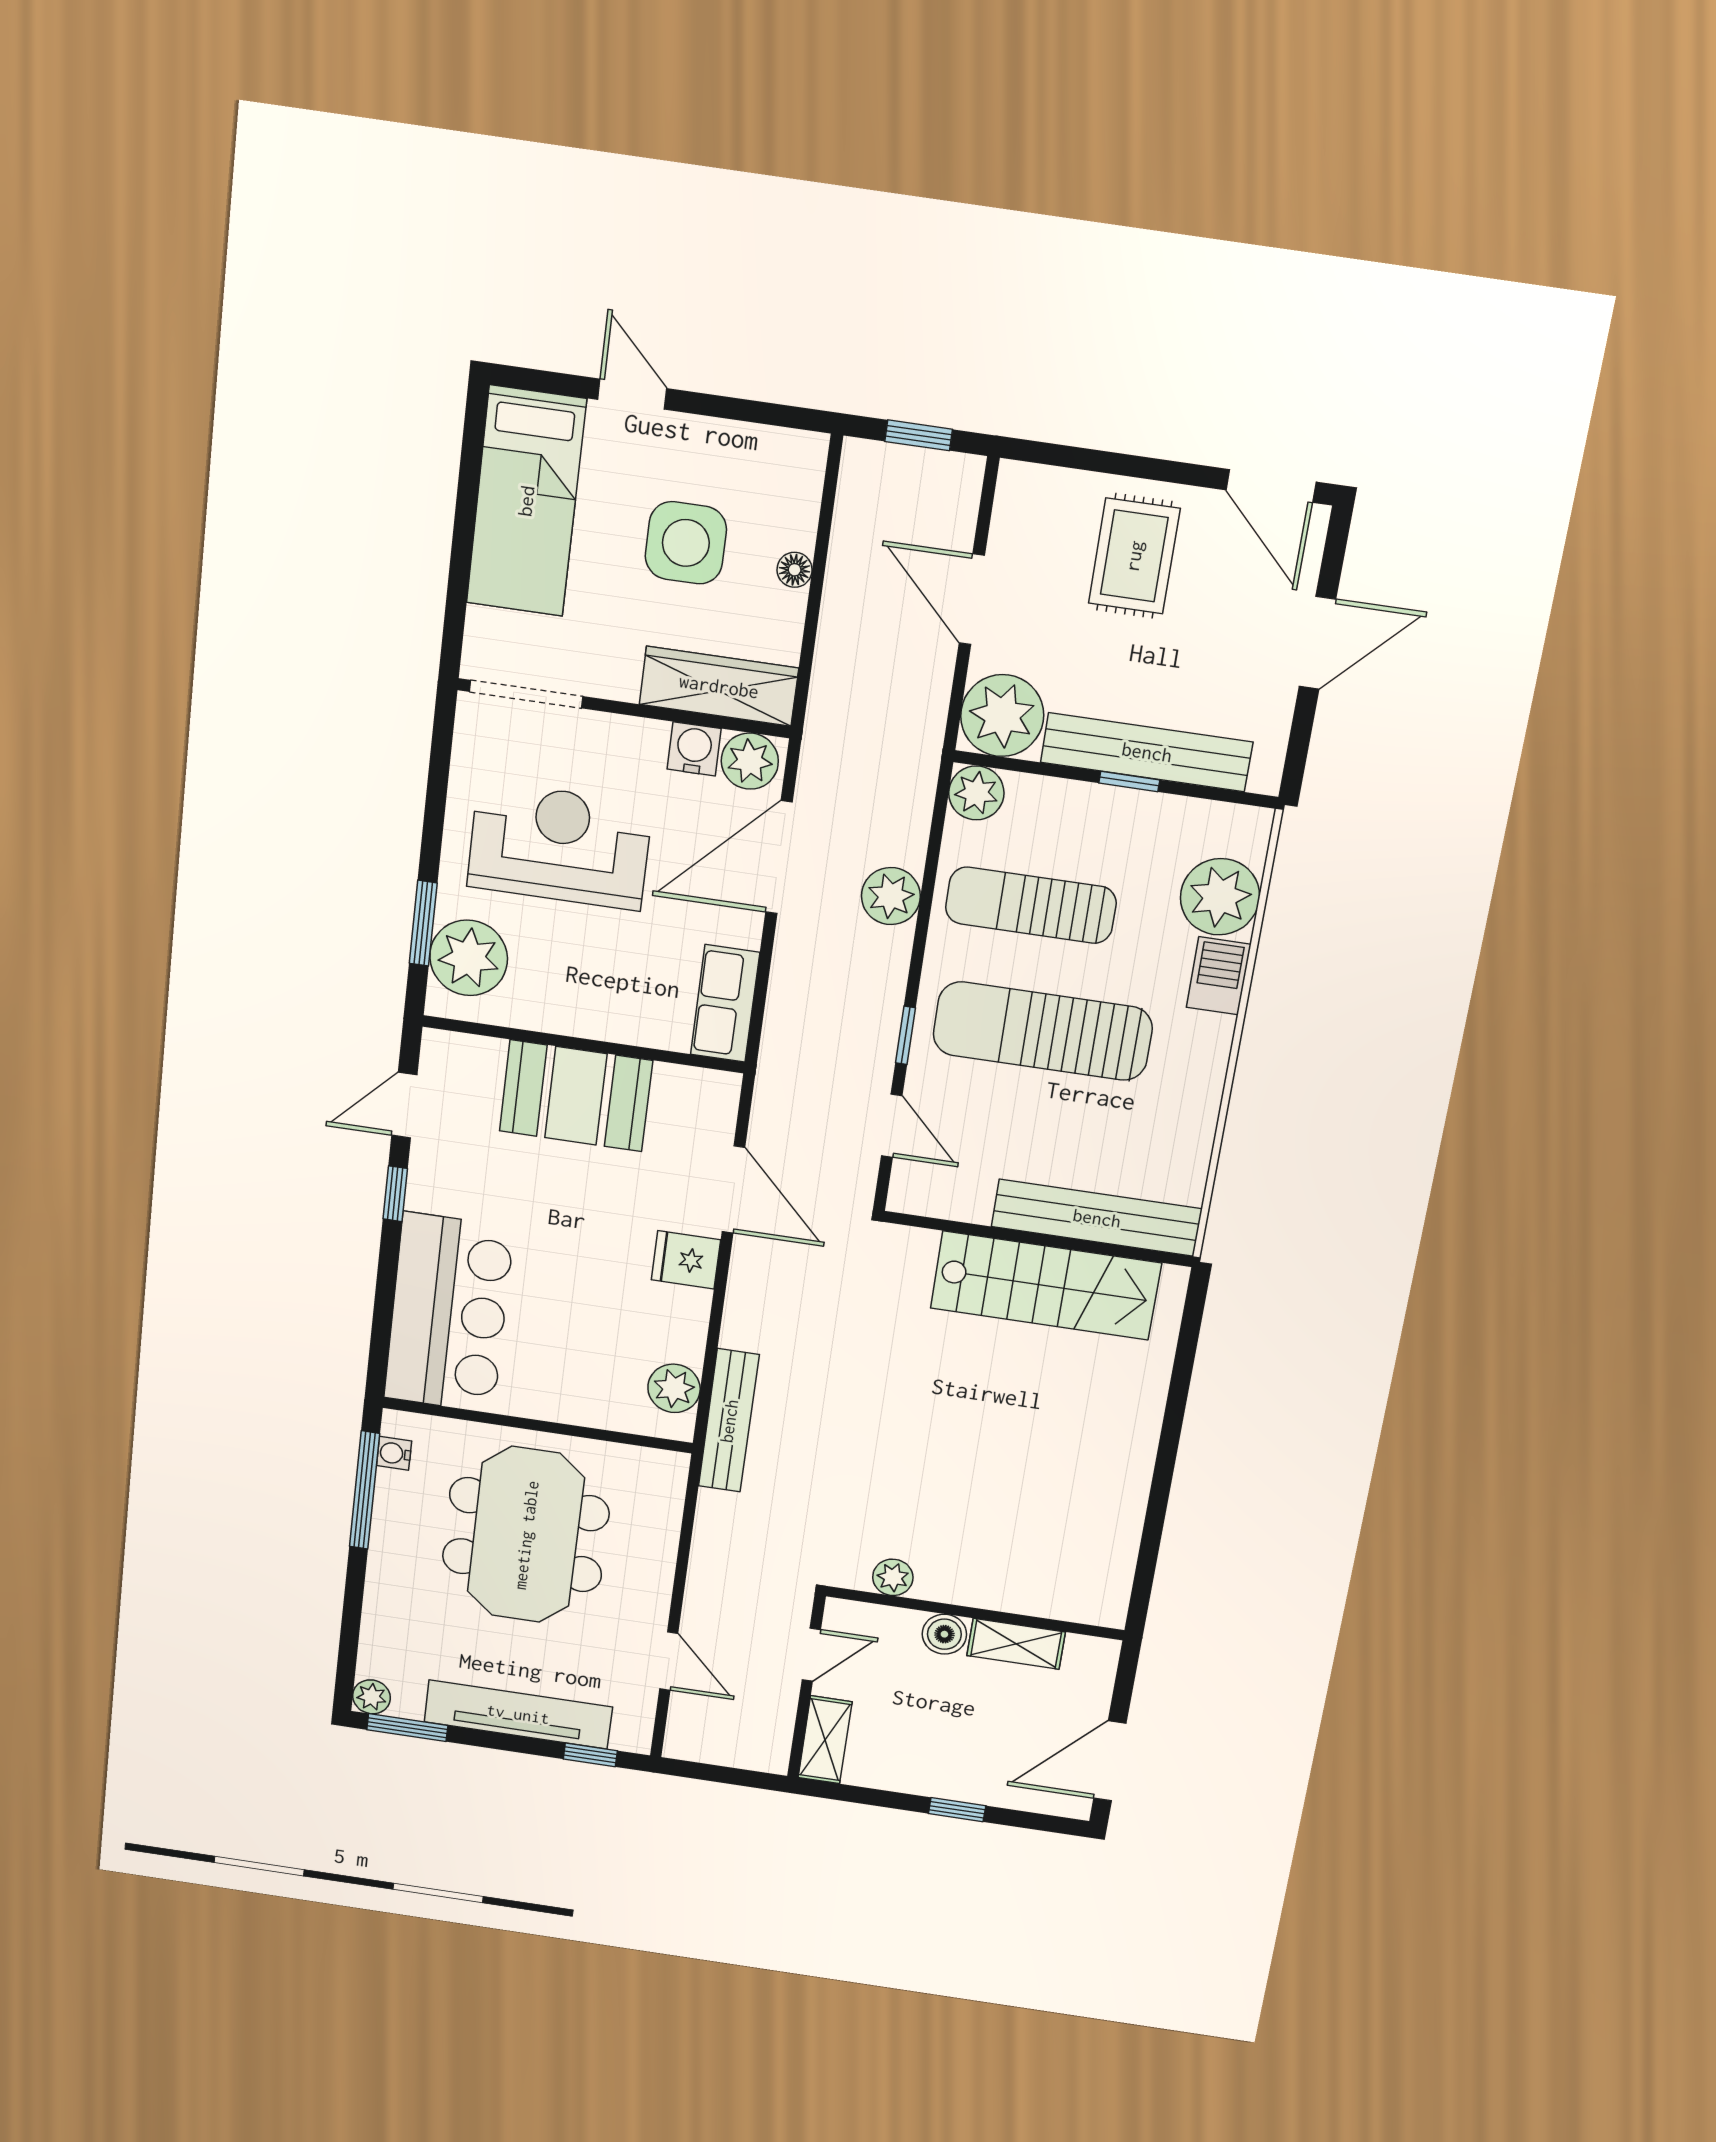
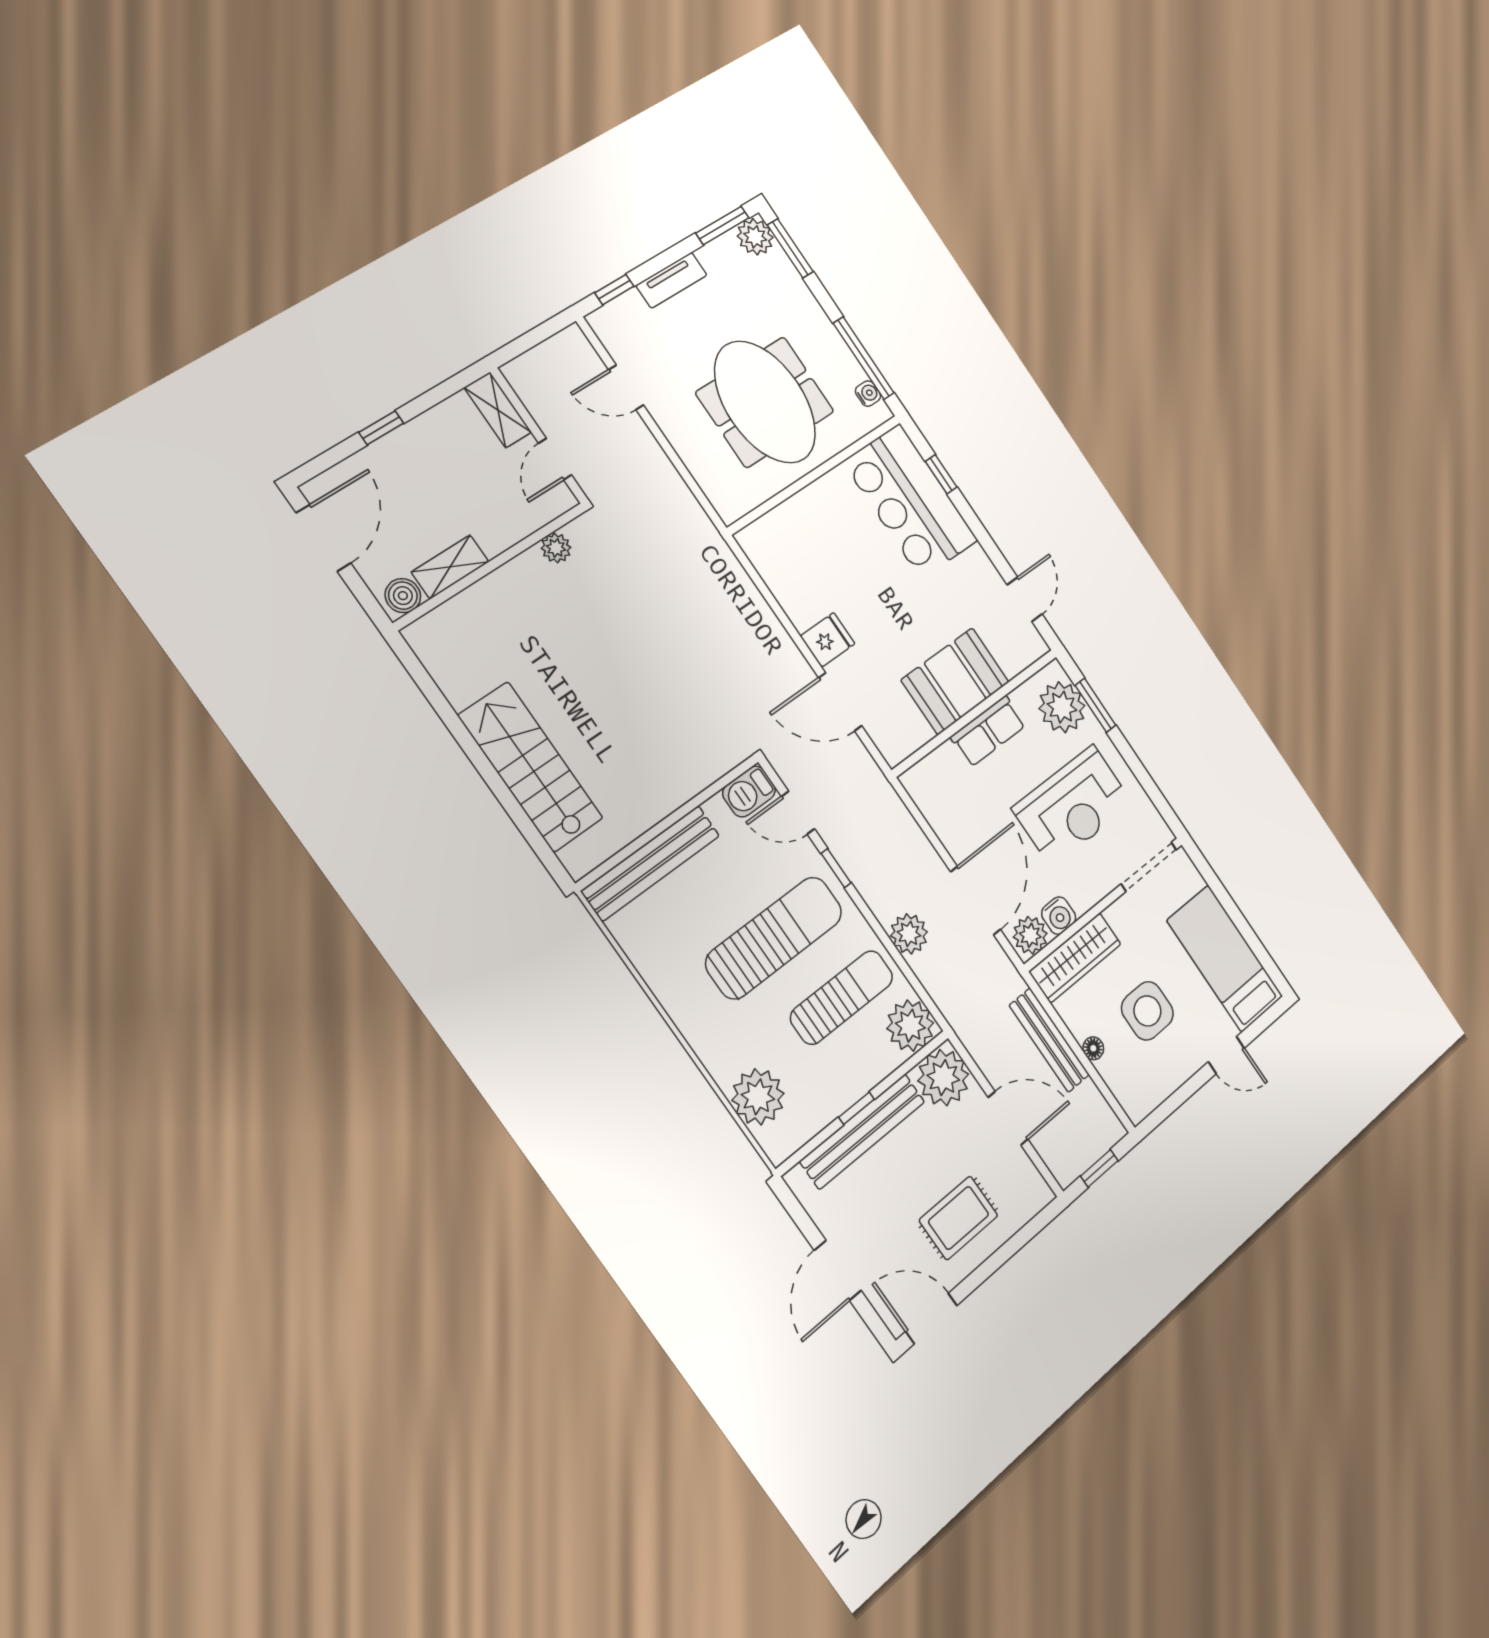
rug: (1134, 556) -> (959, 1218), turned 90
plant: (976, 793) -> (910, 1026), width x1.36, depth x1.36
barbecue: (1219, 976) -> (749, 791), moved, turned 90
row of seats: (725, 1004) -> (988, 731), moved, turned 90
window: (395, 1194) -> (941, 474), moved
stairs: (1046, 1286) -> (531, 767), moved, turned 90
plant: (674, 1388) -> (769, 559), removed
bench: (729, 1421) -> (1049, 1040), moved
boiler: (944, 1634) -> (403, 596), moved
window: (348, 1653) -> (790, 248), added
plant: (371, 1697) -> (755, 237), width x1.38, depth x1.38
tv unit: (518, 1714) -> (672, 280), width x0.52, depth x0.78

